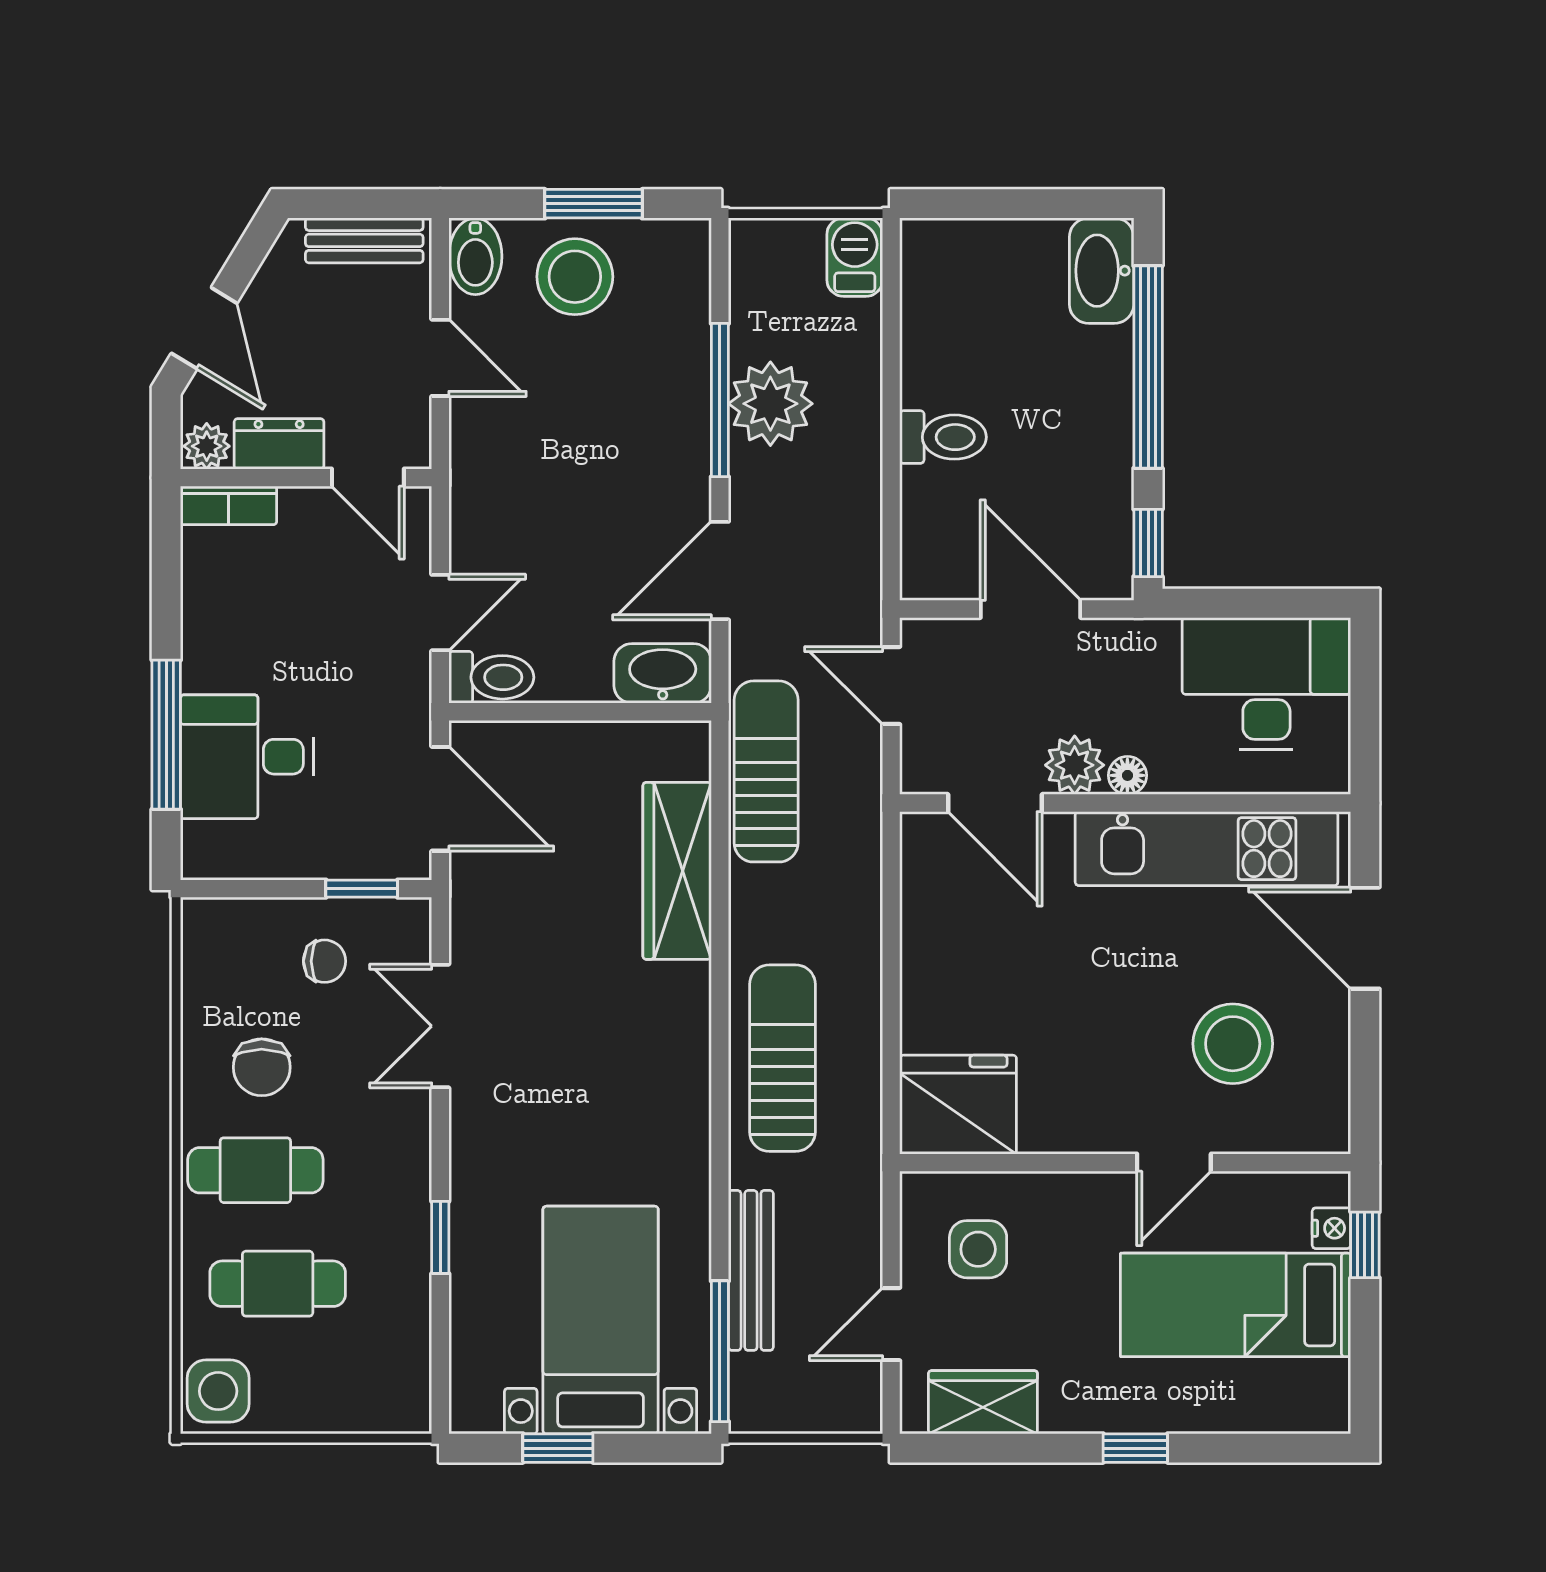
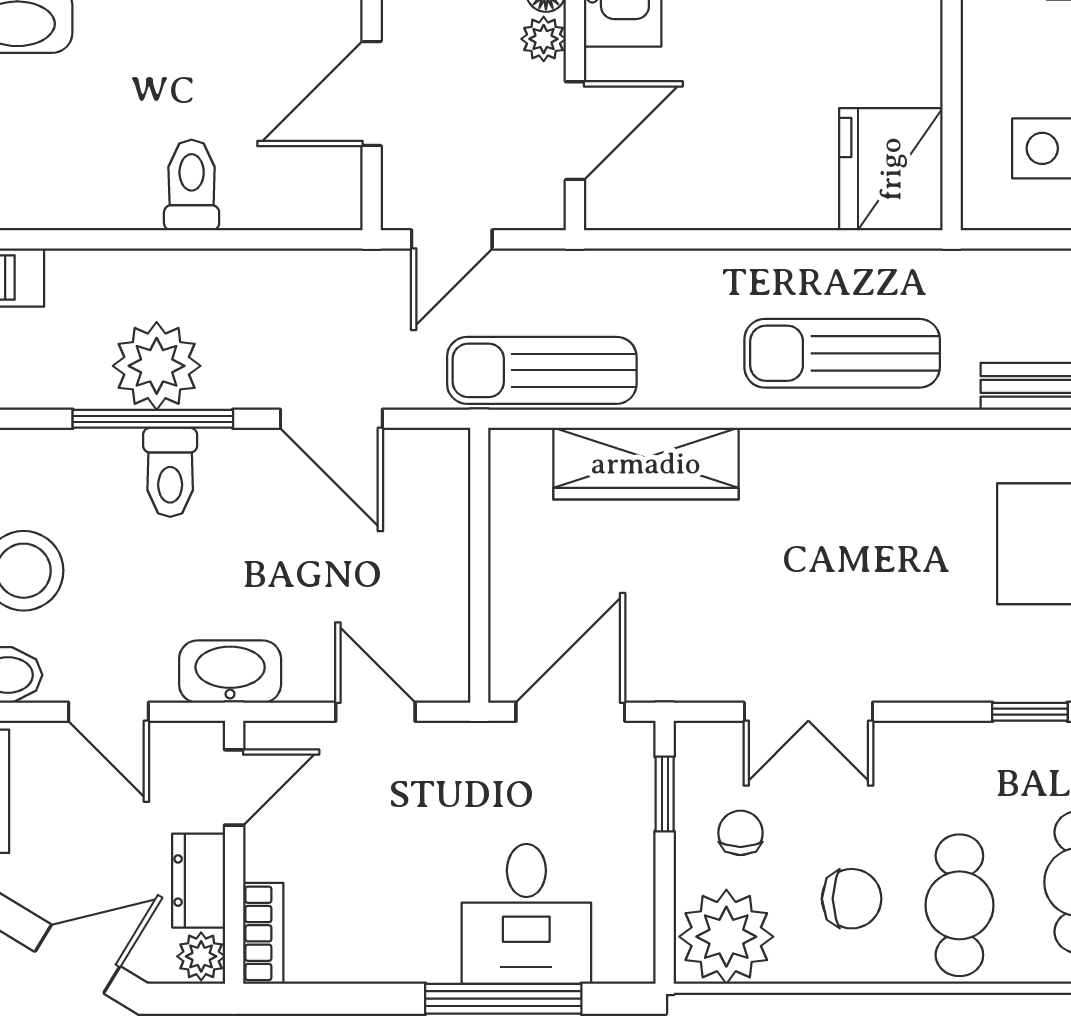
door: (440, 358) -> (109, 712), swing flipped
washbasin: (663, 673) -> (230, 672), moved, turned 90
toilet: (491, 677) -> (170, 472), moved, turned 180
plant: (1075, 765) -> (544, 39), width x0.73, depth x0.73
plant: (225, 948) -> (726, 937), added

